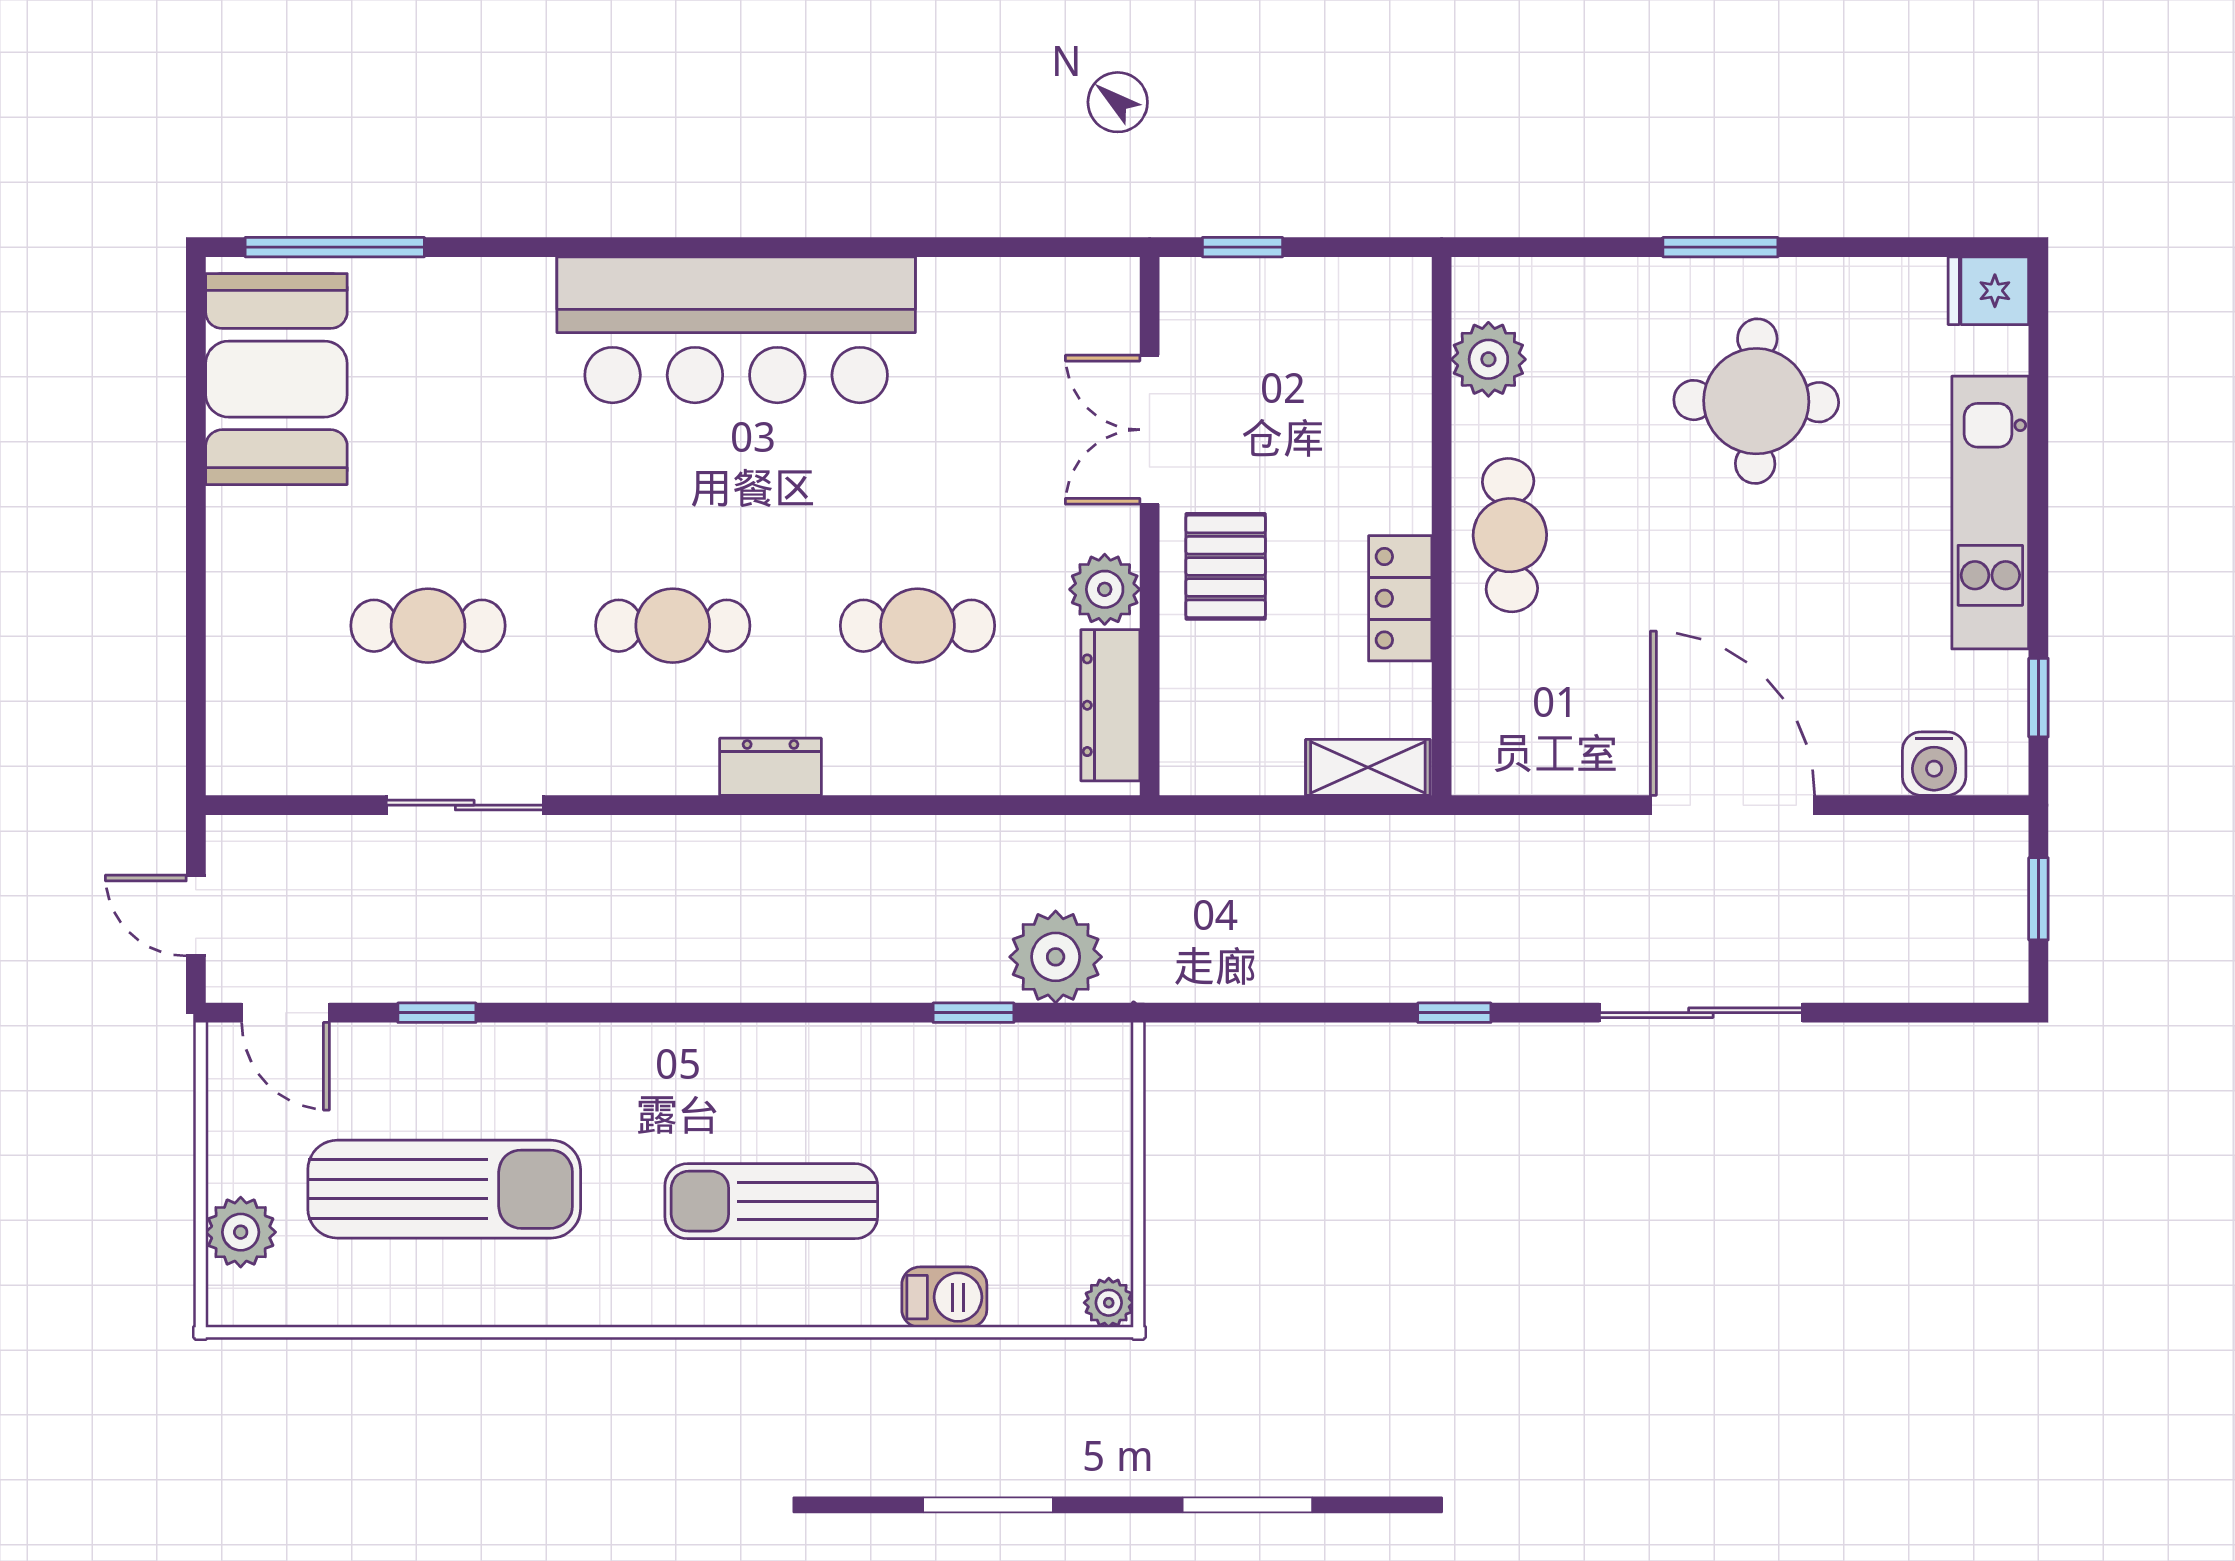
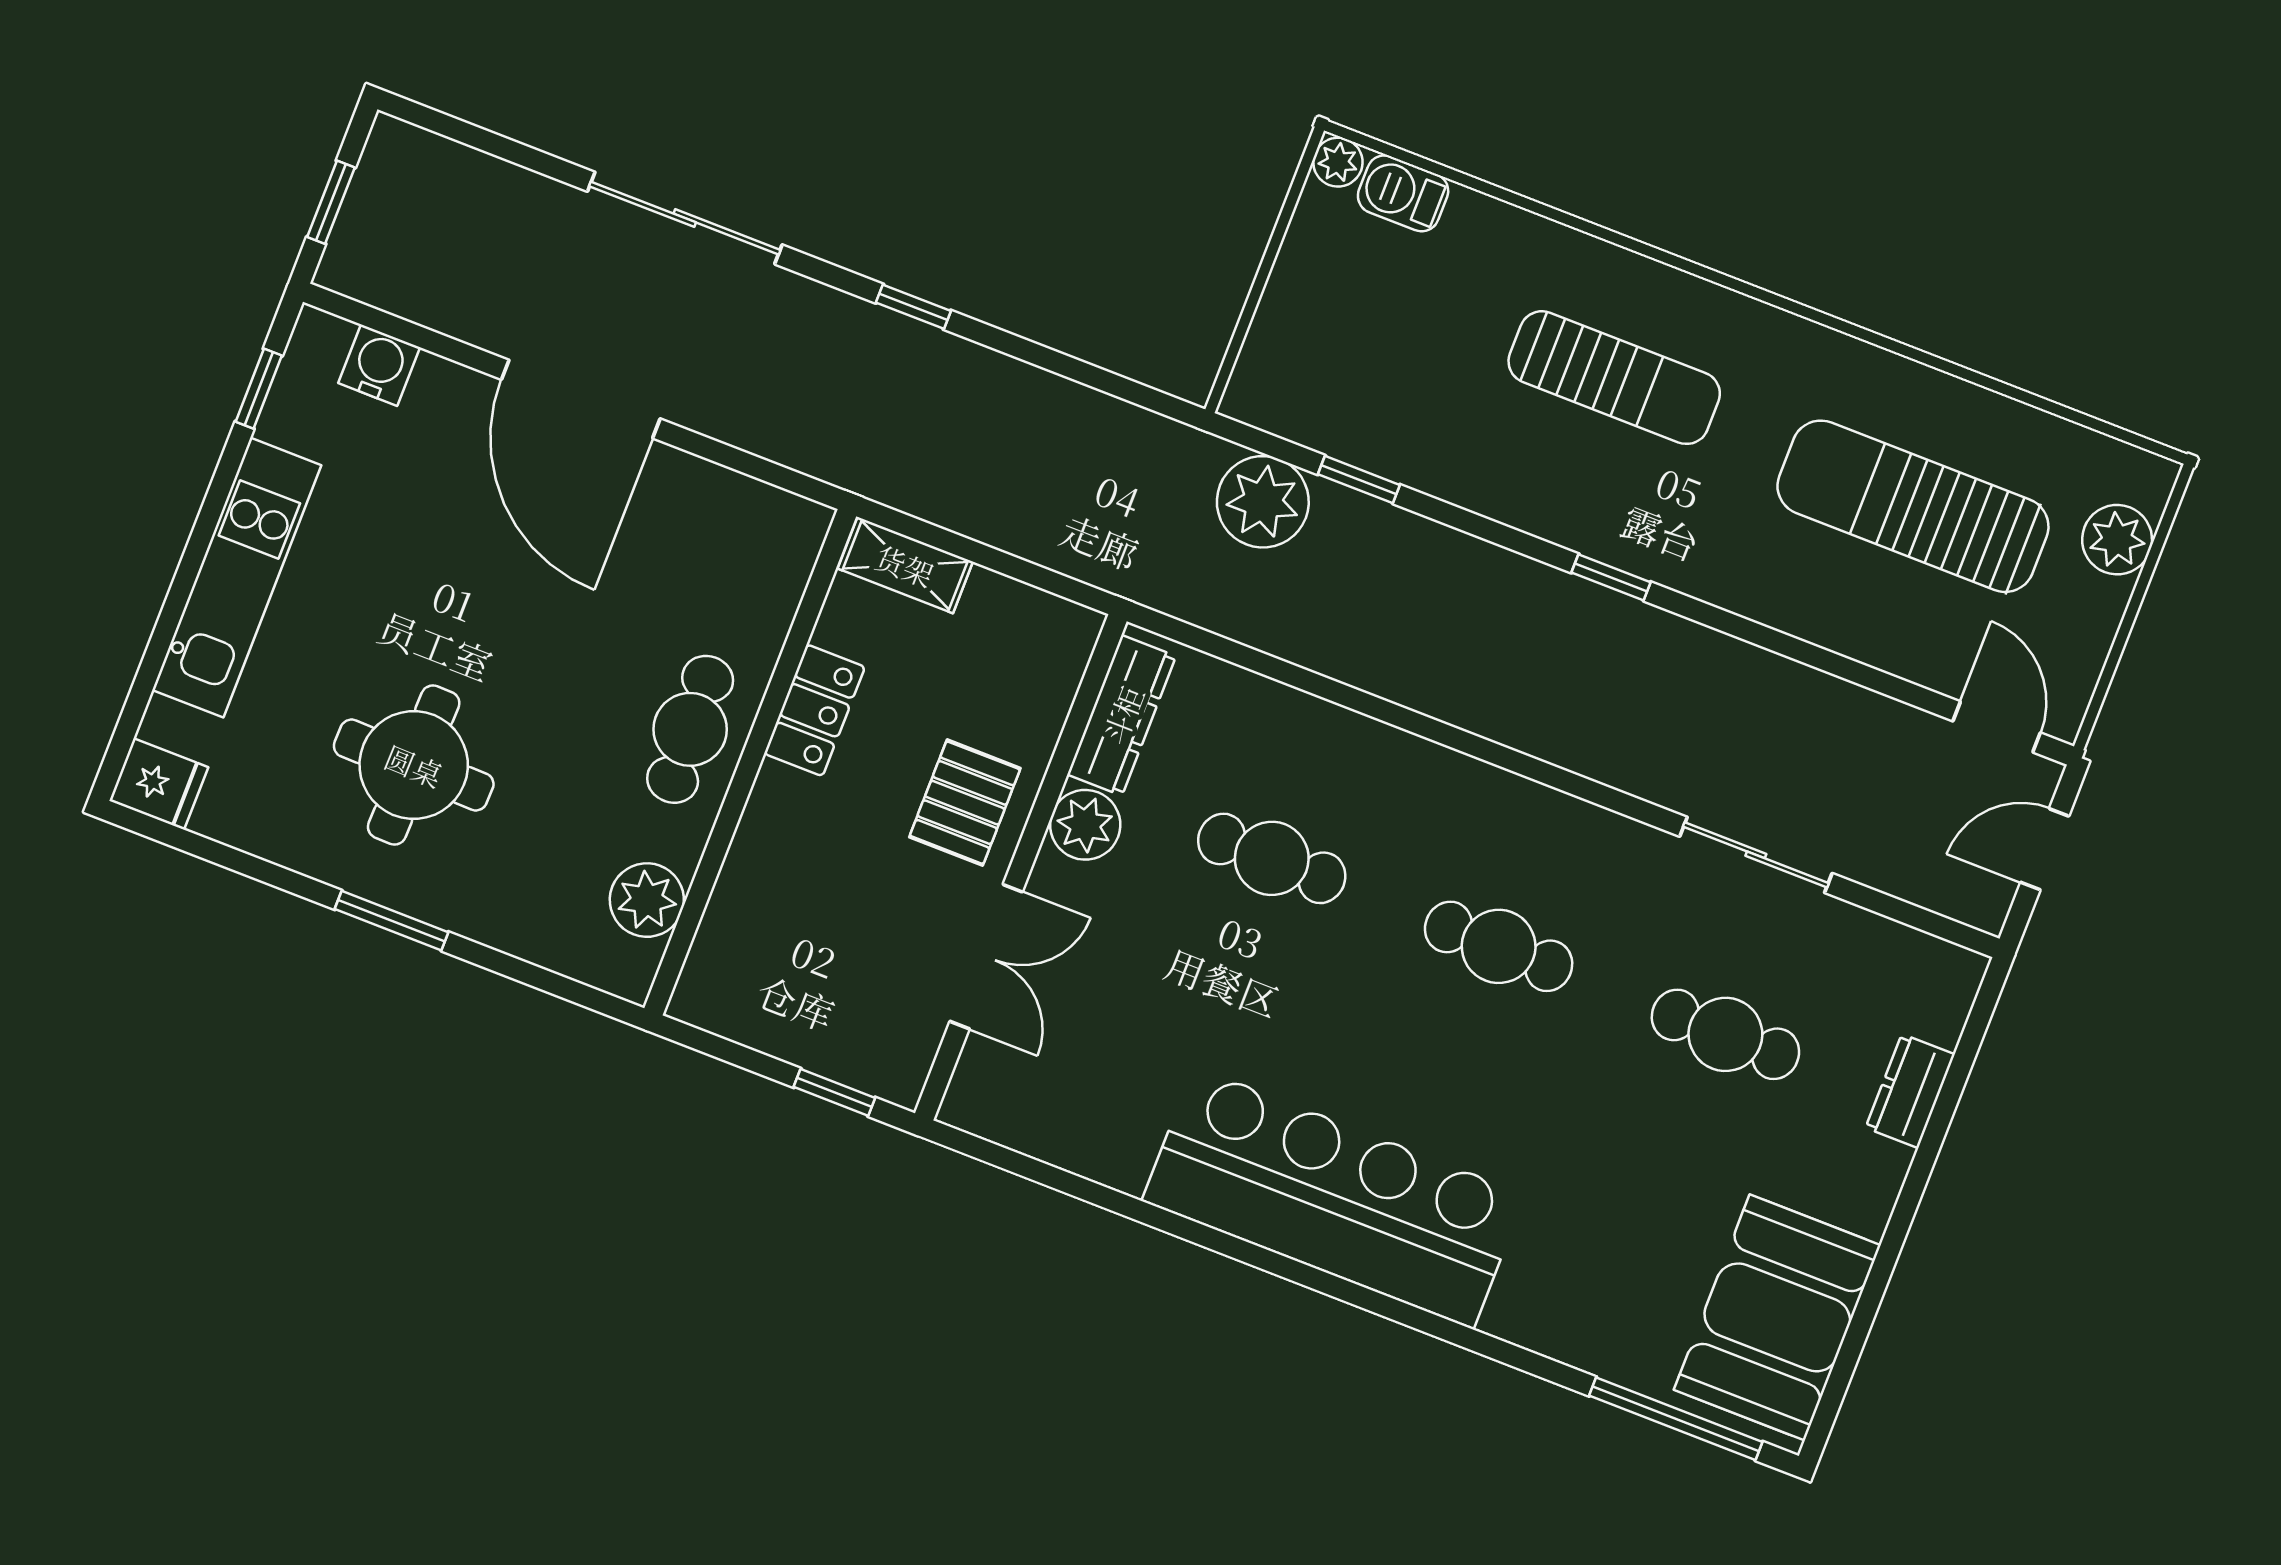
dresser: (771, 767) -> (1910, 1091), moved, turned 90
door: (196, 915) -> (2045, 849), swing flipped
window: (437, 1013) -> (1611, 577), moved
barbecue: (944, 1297) -> (1403, 193), moved

